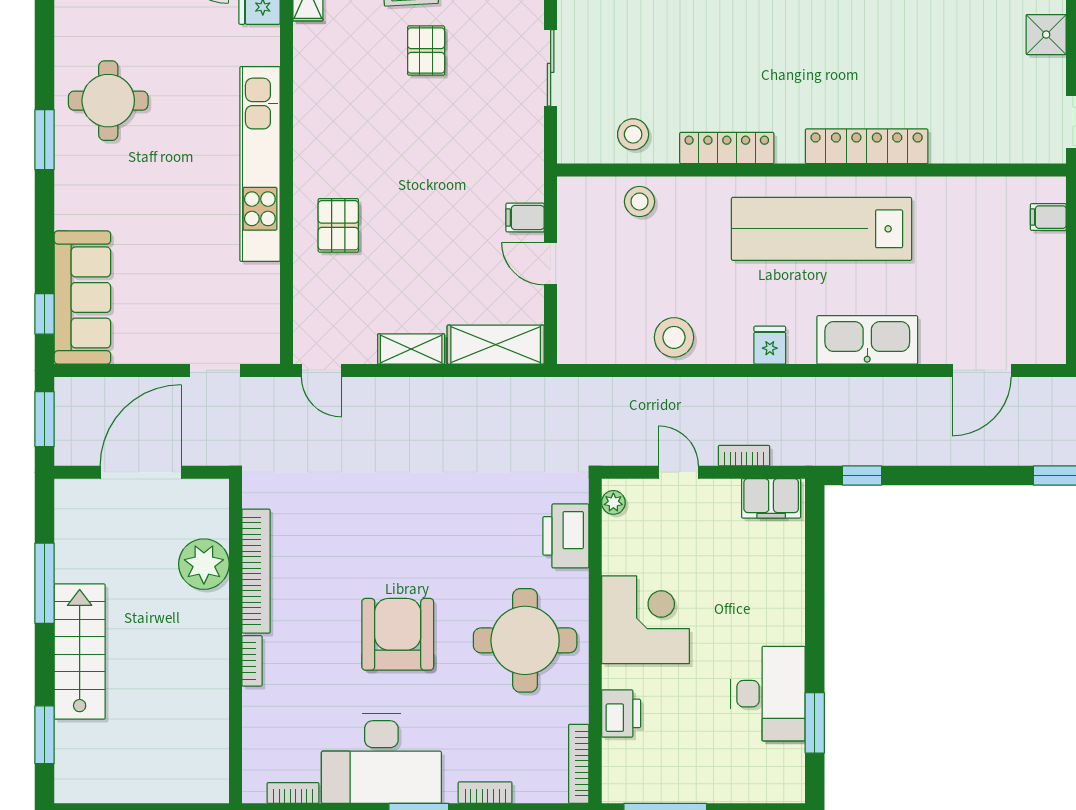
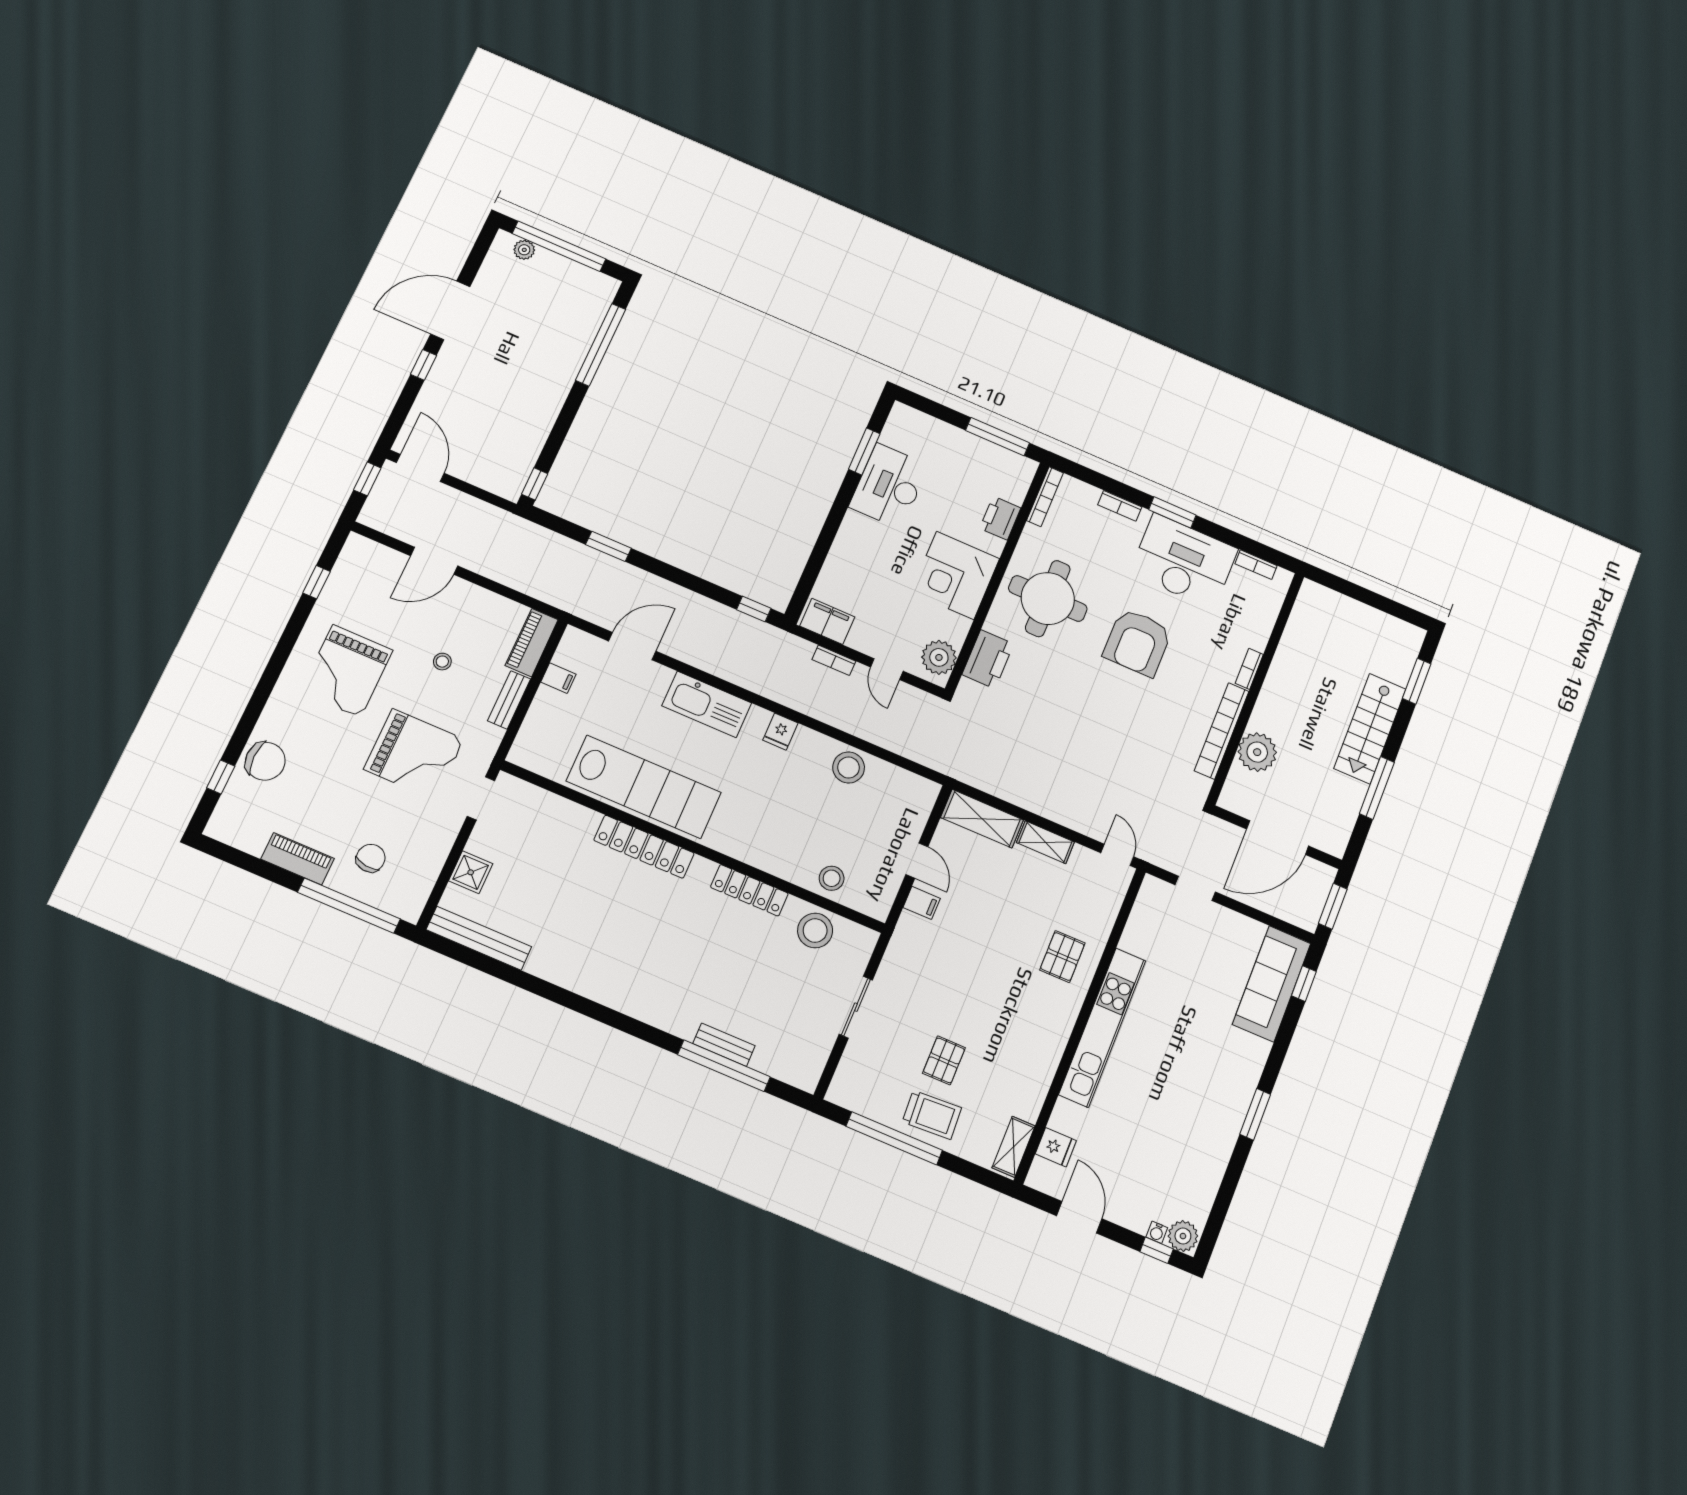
round table: (108, 101) -> (1197, 1124), removed
stool: (633, 134) -> (815, 931), width x1.38, depth x1.38
filing cabinet: (1048, 217) -> (558, 678), moved
lab bench: (822, 229) -> (644, 787), moved
plant: (613, 502) -> (939, 657), width x1.88, depth x1.88

